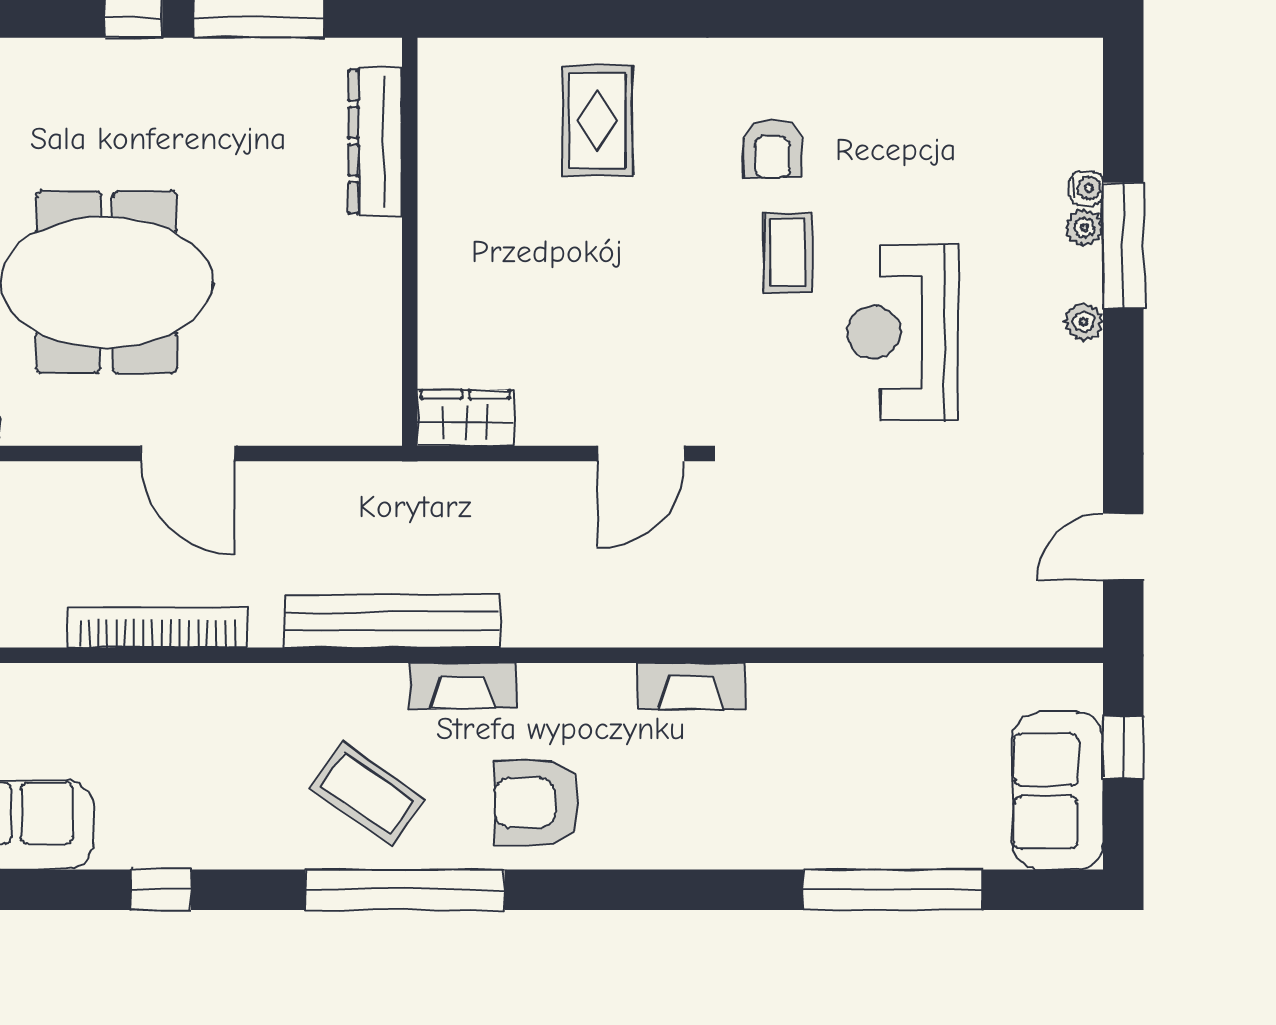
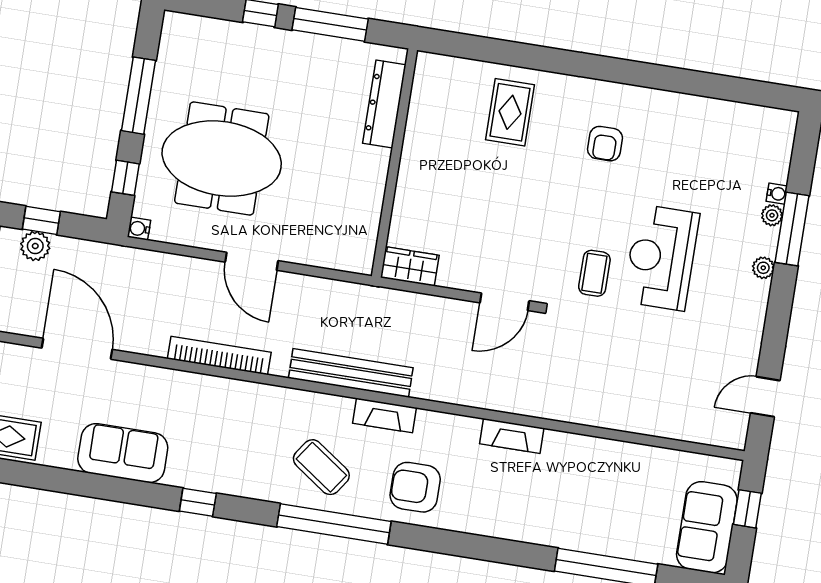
coffee table: (788, 252) -> (594, 273), moved

